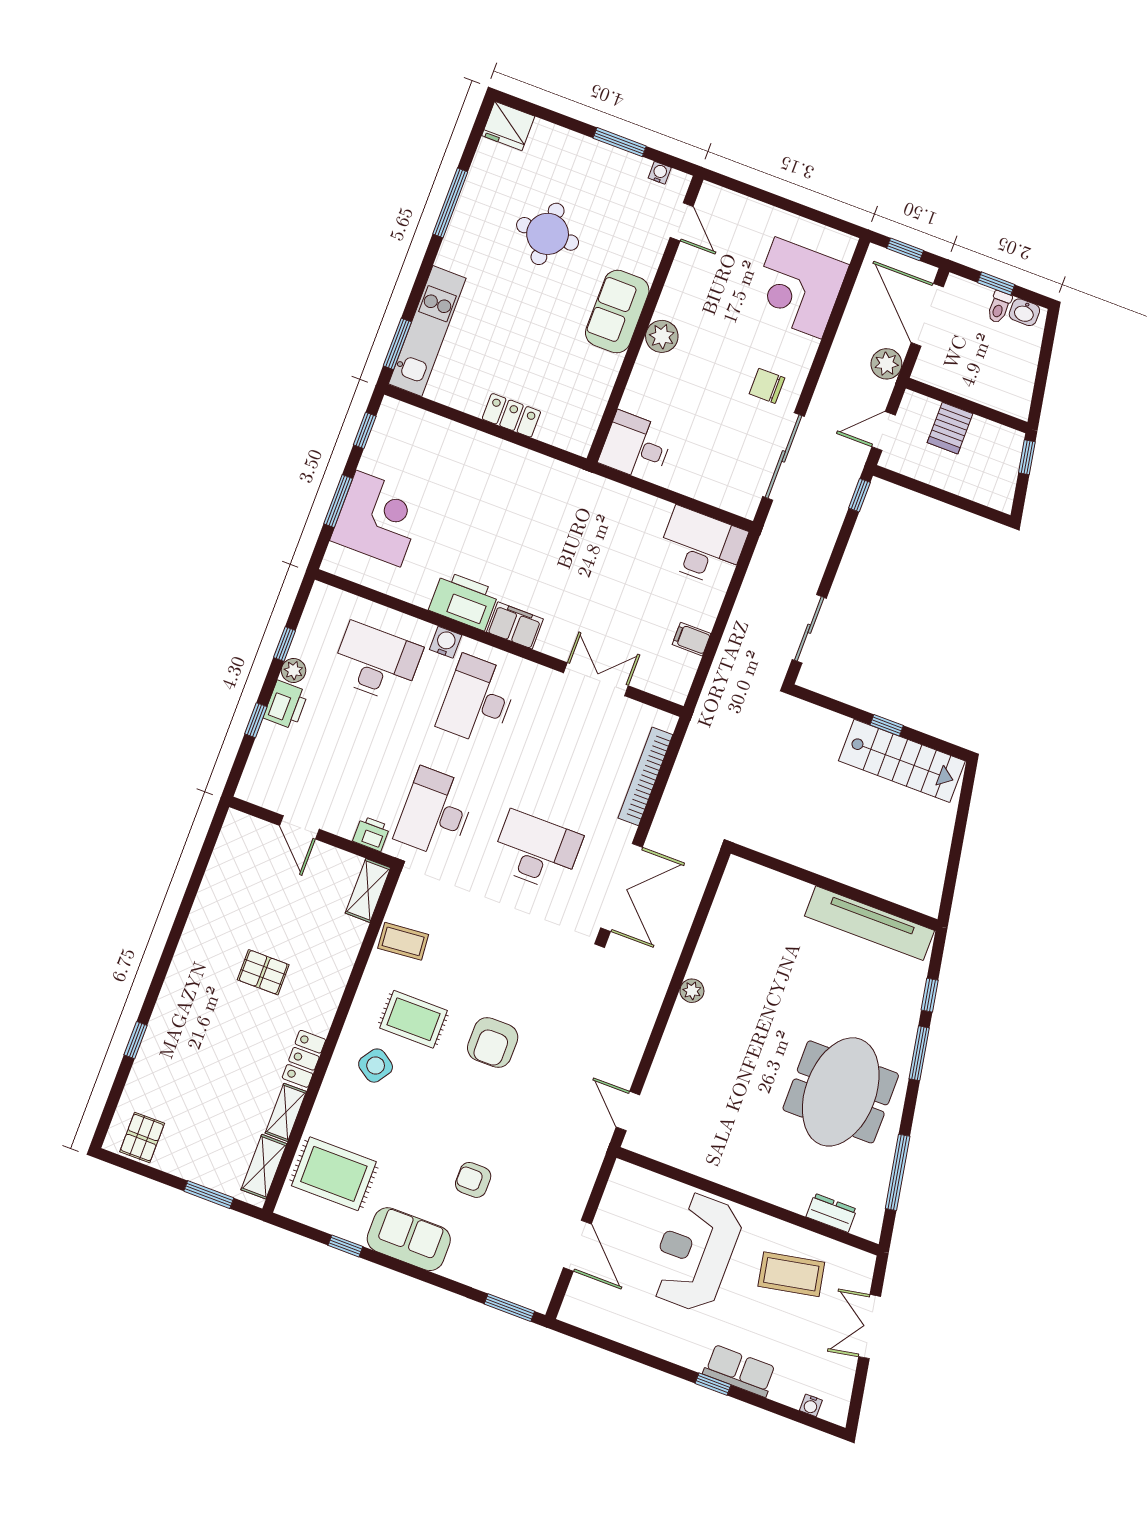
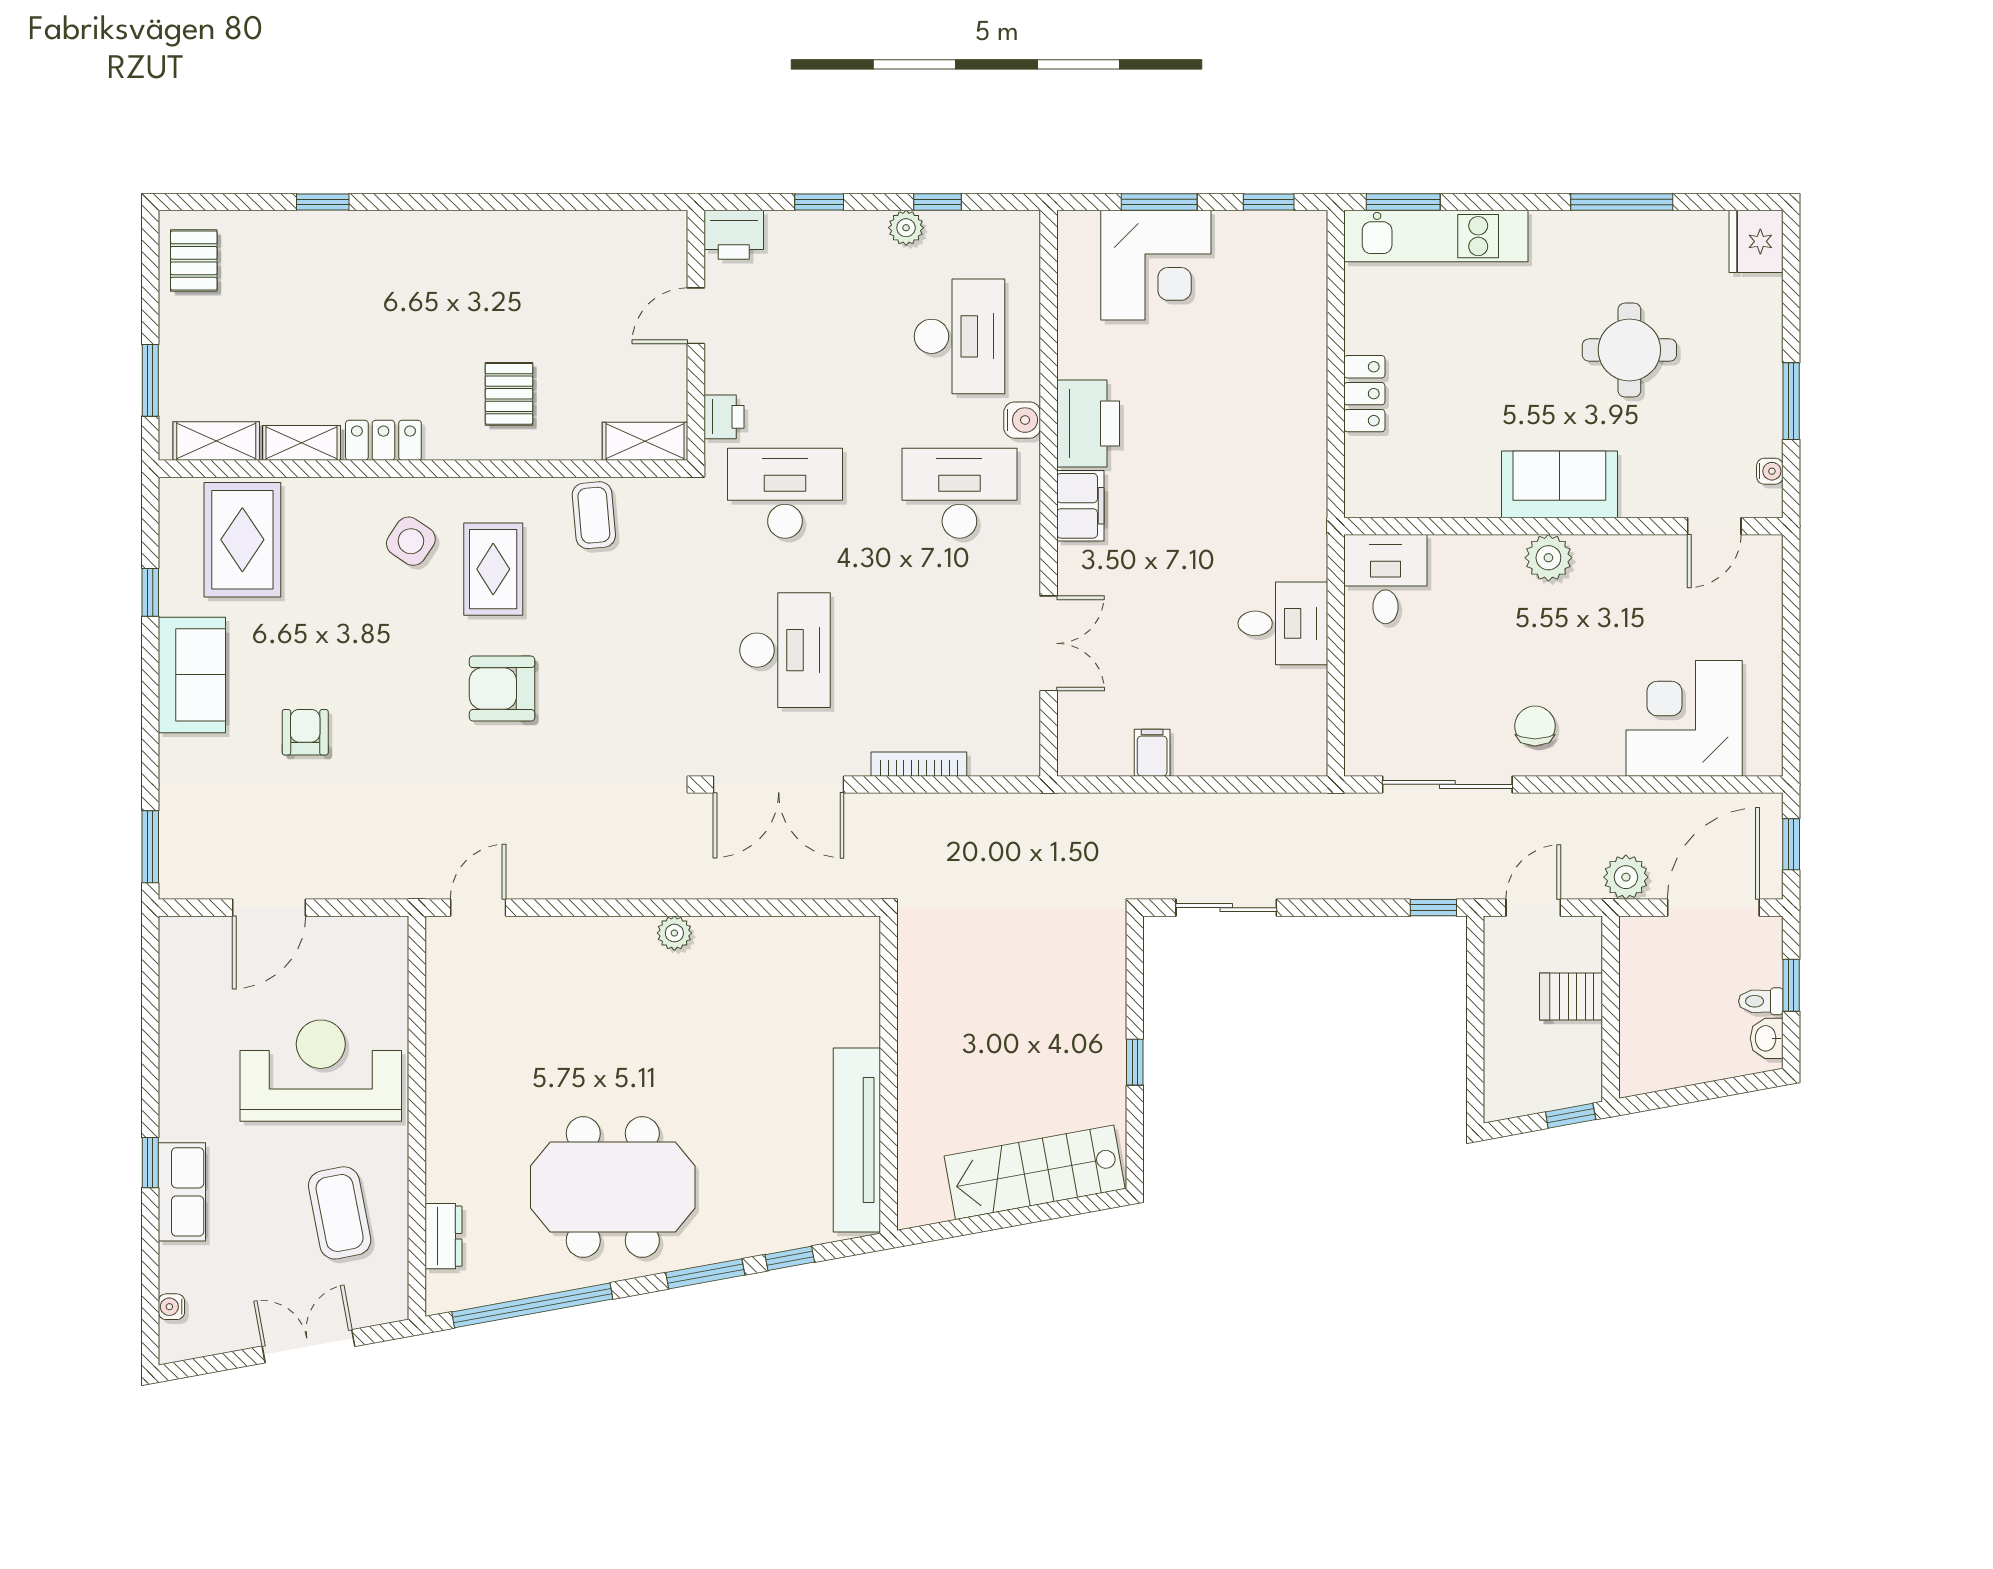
door: (884, 431) -> (1533, 908), hinge flipped
desk: (702, 547) -> (1283, 623), moved, width x0.73
printer: (286, 705) -> (734, 235), moved
stairs: (902, 761) -> (1035, 1172), moved, turned 80
bookcase: (645, 776) -> (919, 764), width x0.68, depth x0.76
pallet: (263, 972) -> (509, 394), moved
pallet: (142, 1137) -> (194, 261), turned 90
window: (898, 1172) -> (532, 1305), width x1.46

